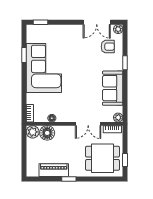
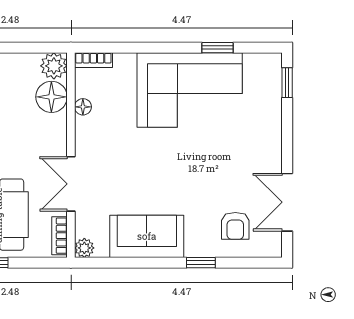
plant: (118, 29) -> (273, 248), removed

